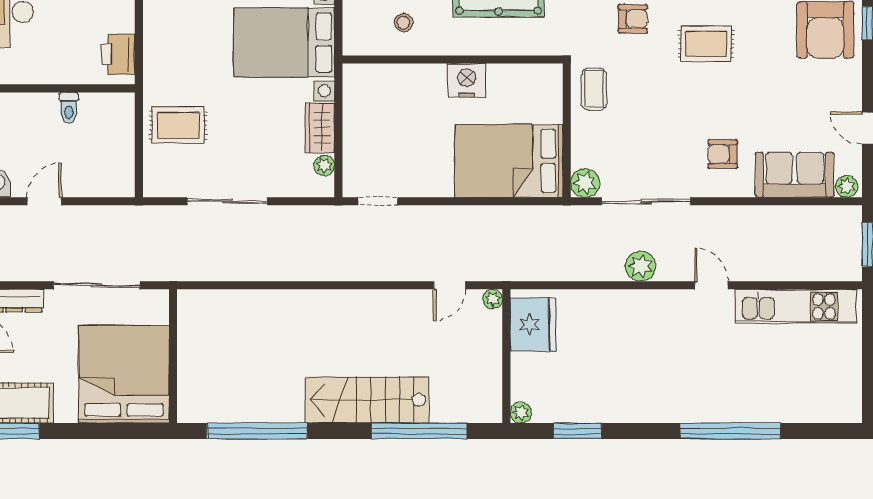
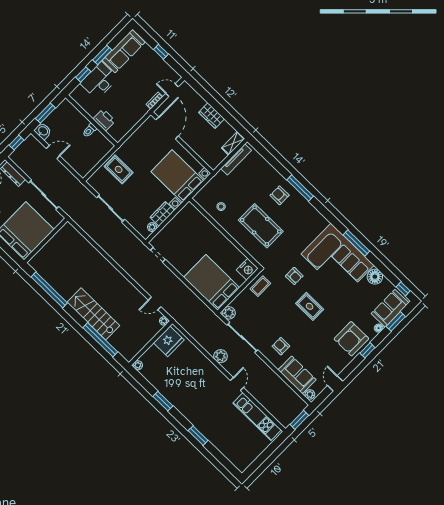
printer: (118, 54) -> (104, 120), moved, turned 90
nightstand: (467, 80) -> (247, 269), moved, turned 90
window: (578, 431) -> (163, 401), moved
window: (730, 431) -> (198, 436), width x0.47

